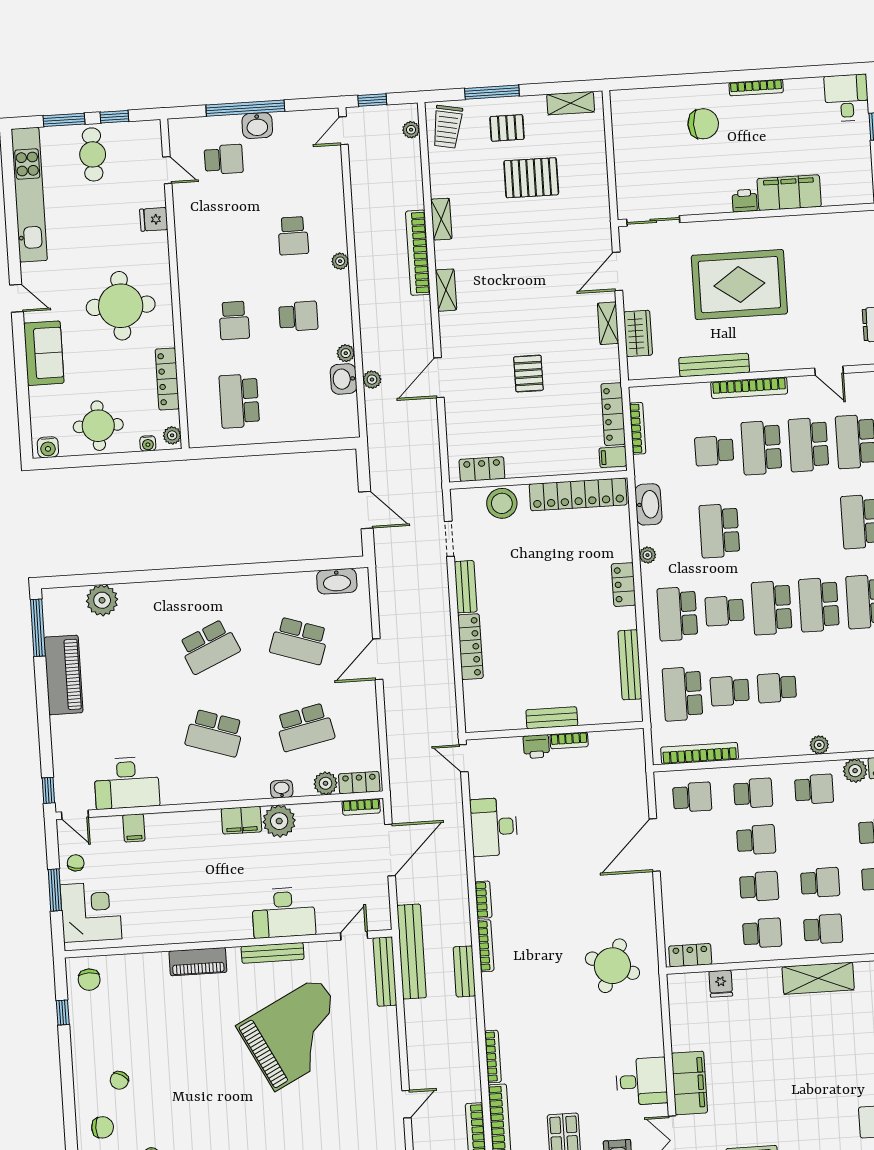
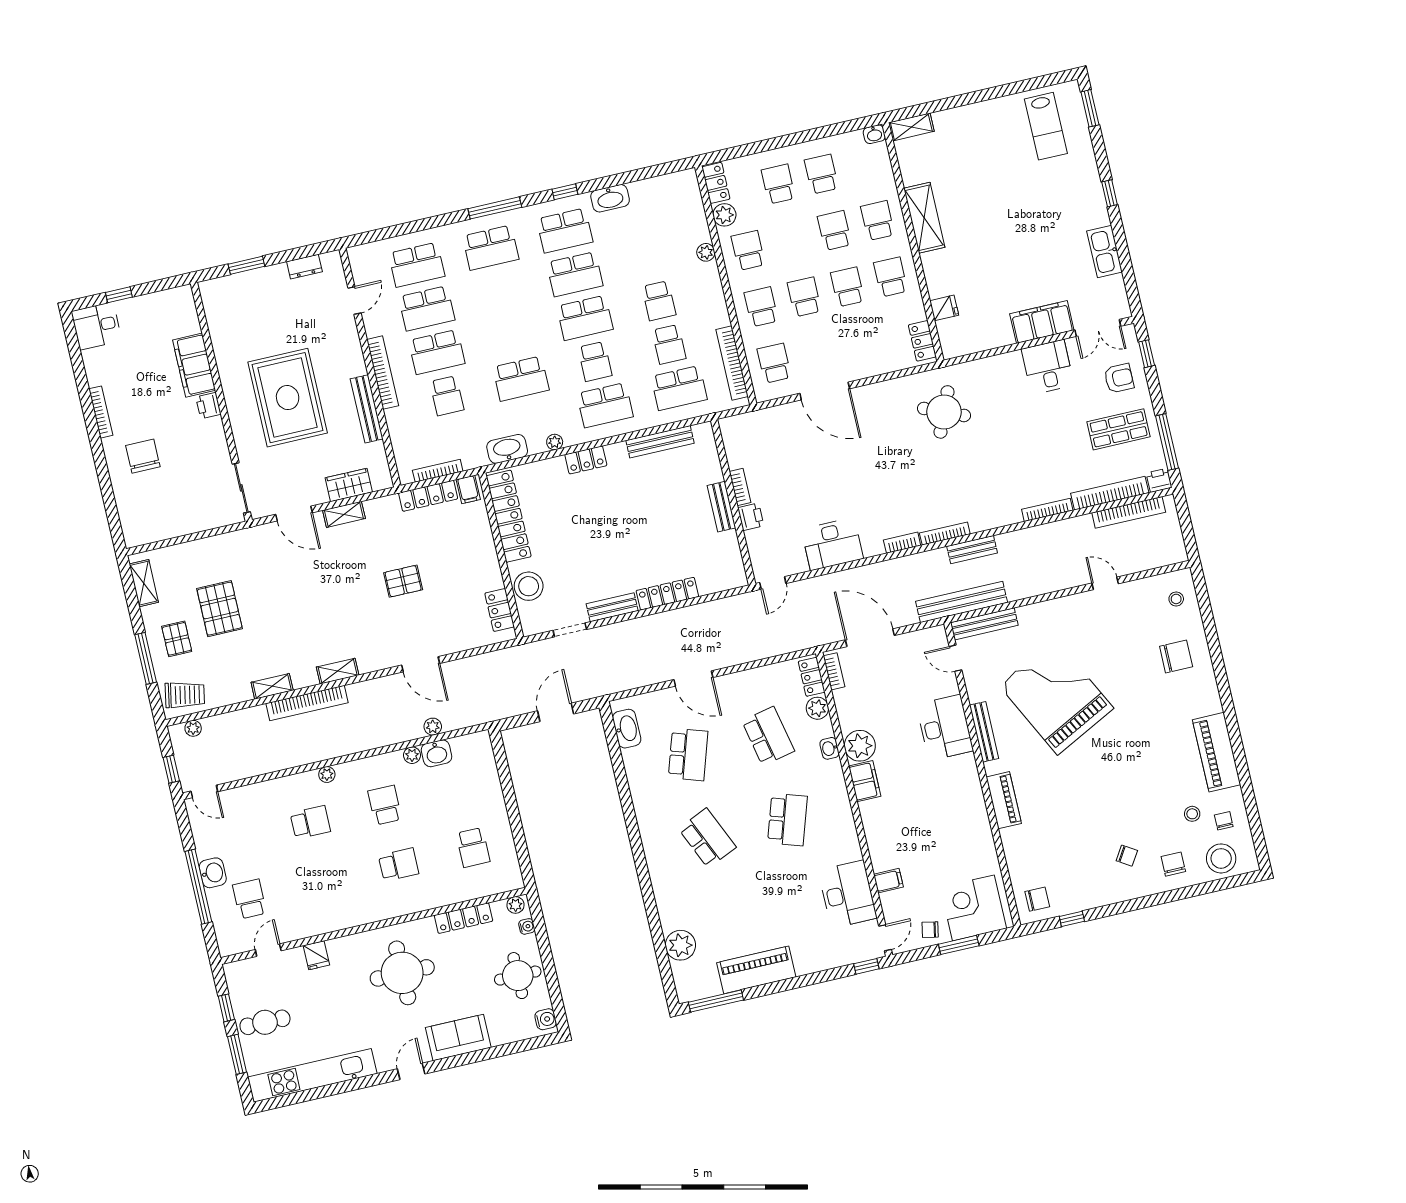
school desk: (239, 401) -> (473, 847), width x0.54

